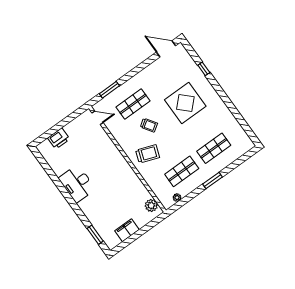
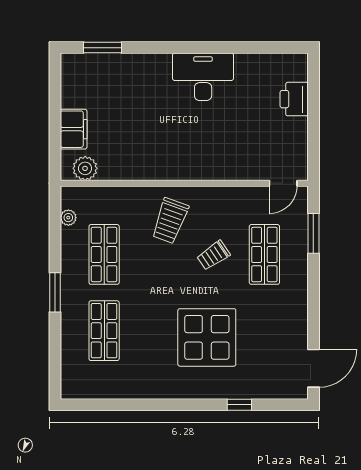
filing cabinet: (127, 230) -> (74, 129), moved

